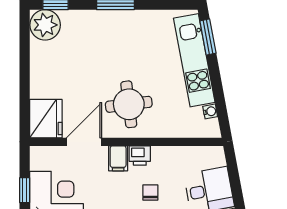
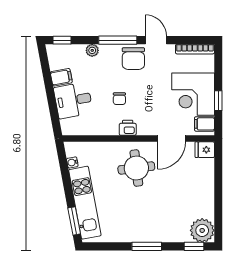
fridge: (46, 119) -> (205, 150), width x0.53, depth x0.75
filing cabinet: (118, 158) -> (204, 124), moved, turned -90

